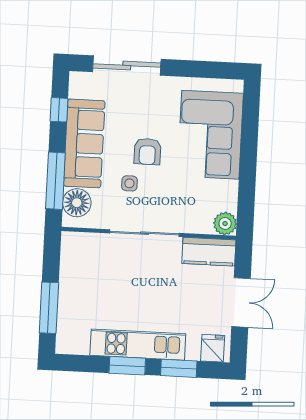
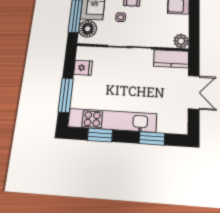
kitchen unit: (138, 345) -> (112, 120), width x1.36
fridge: (213, 348) -> (83, 68), moved, turned 90
window: (127, 366) -> (100, 135), moved

